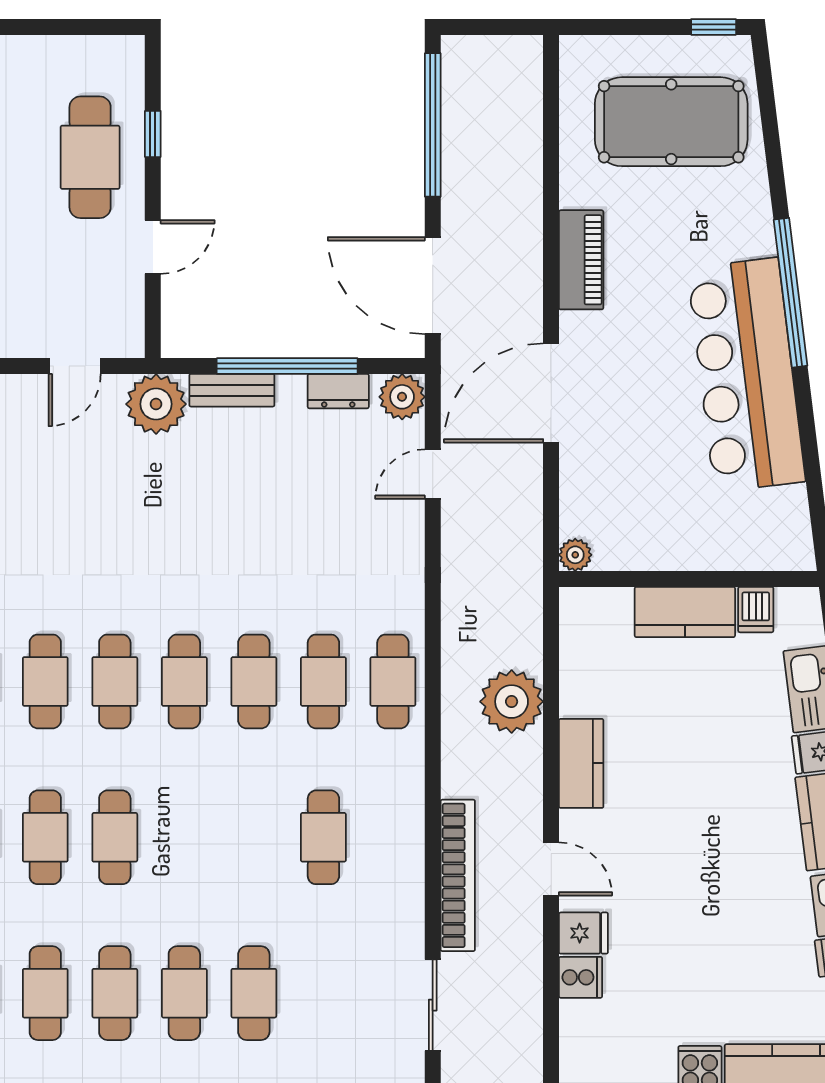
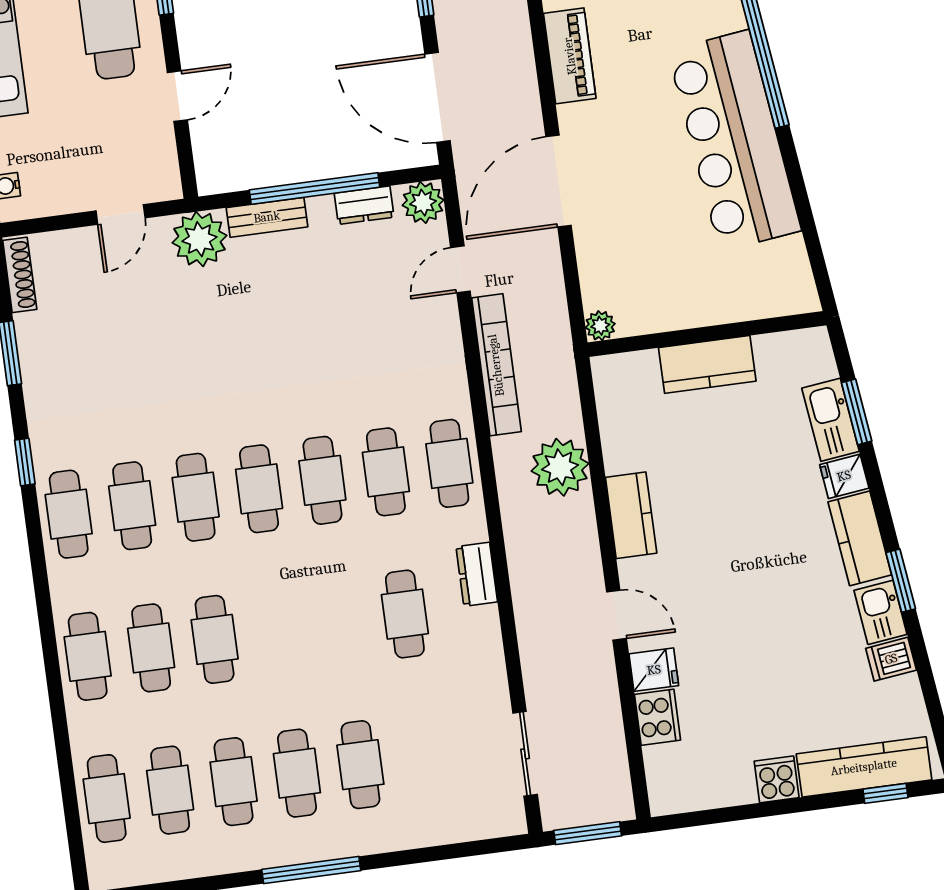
dishwasher: (756, 610) -> (772, 354), removed
dresser: (406, 805) -> (477, 574), added
bookcase: (458, 875) -> (496, 365), moved
cooker: (581, 977) -> (657, 717), width x1.36

